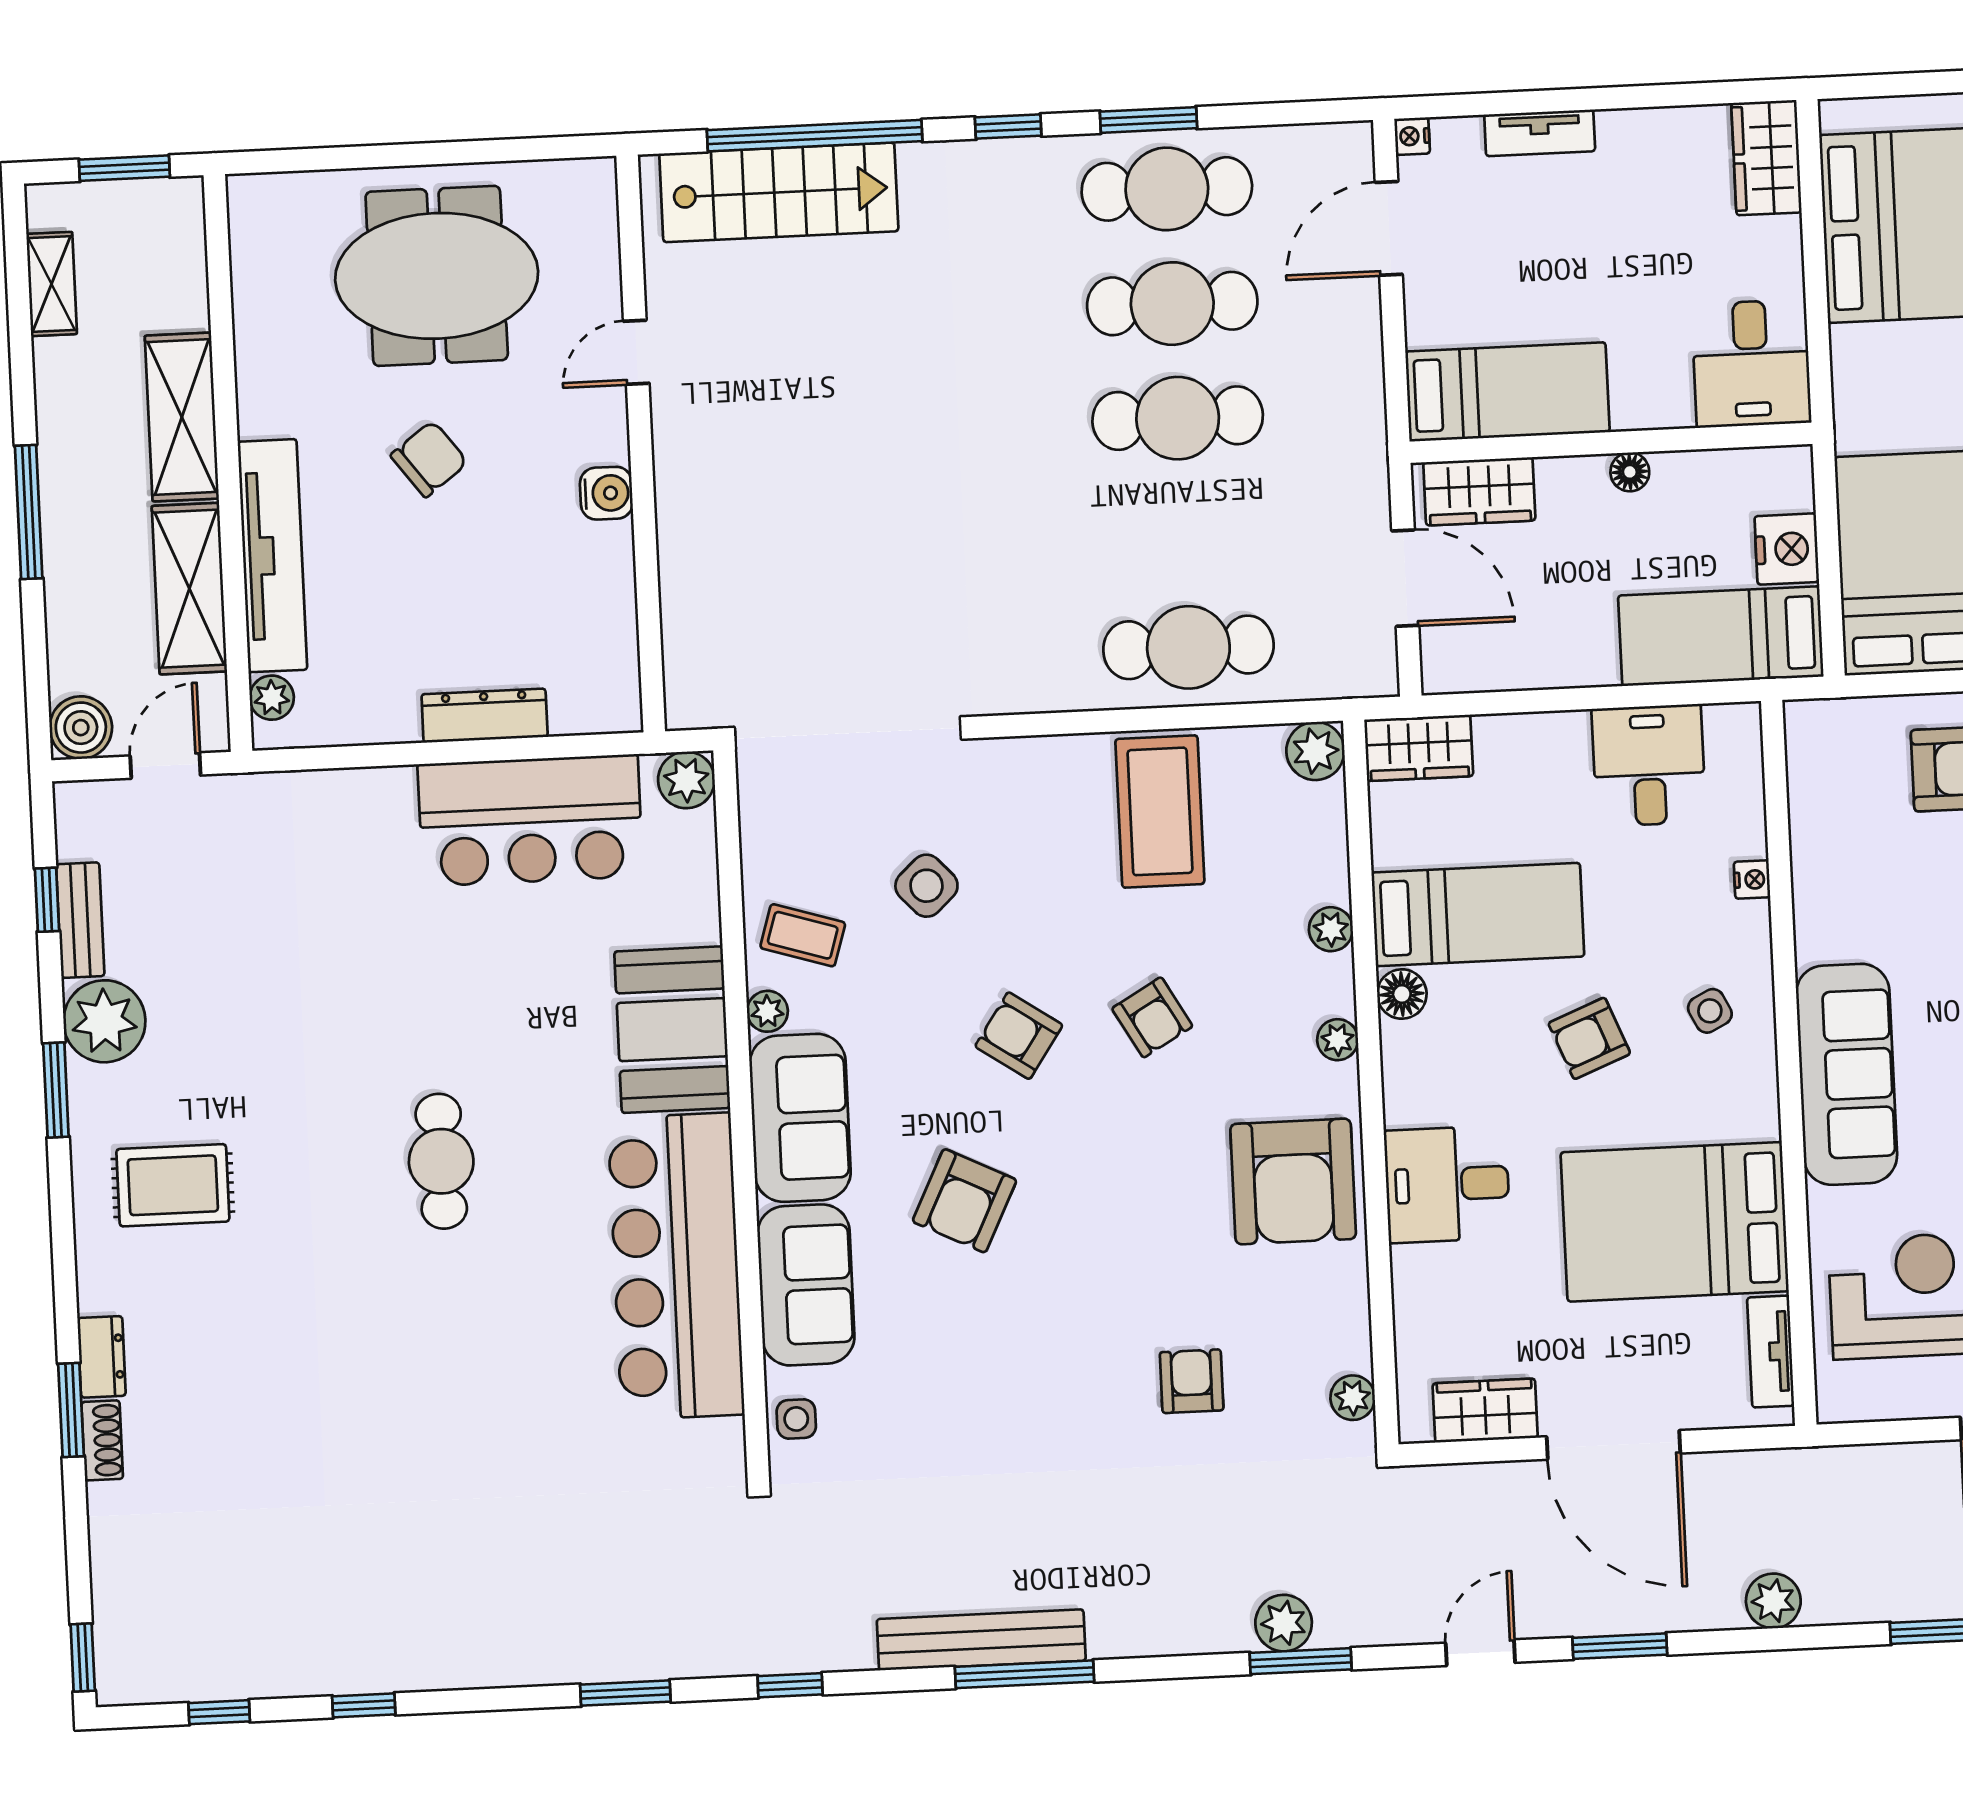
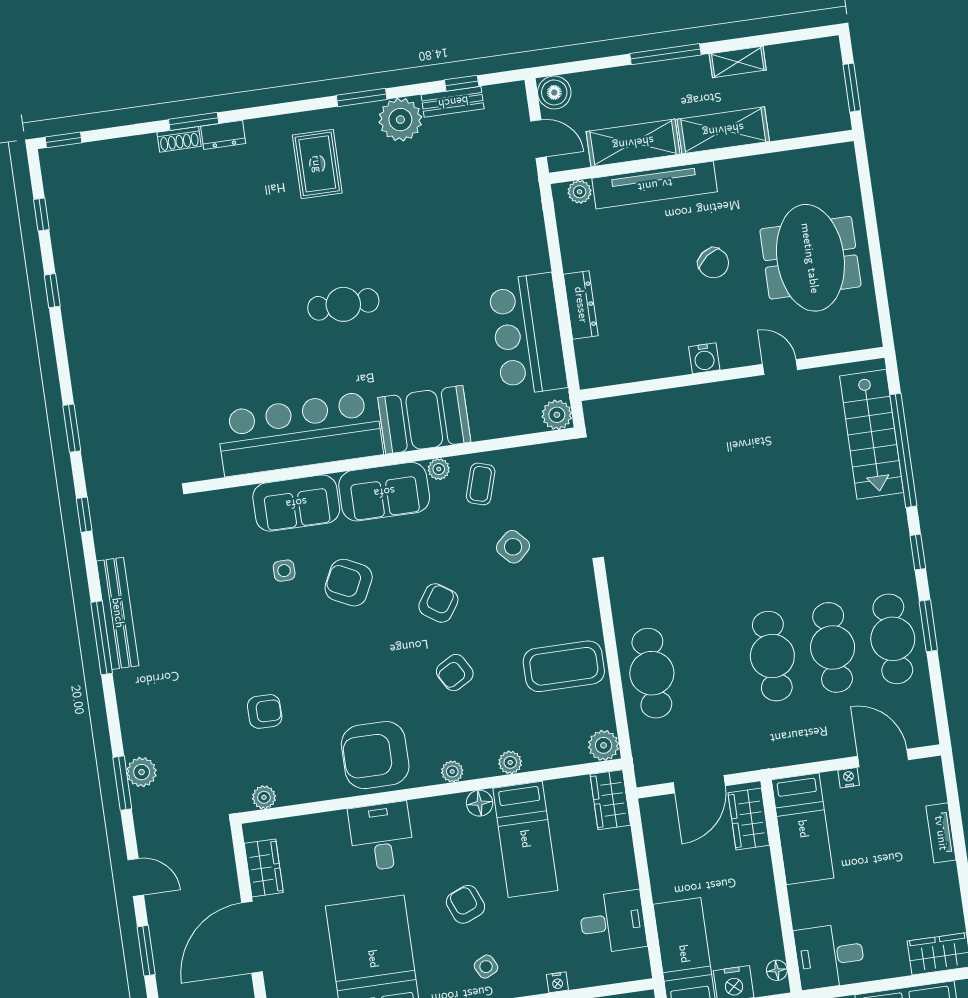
nightstand: (1412, 136) -> (849, 778), moved
shelving: (52, 284) -> (738, 62), moved
floor lamp: (1630, 472) -> (777, 970), moved
side table: (796, 1419) -> (284, 571), moved

